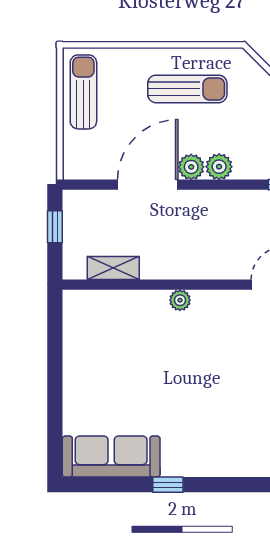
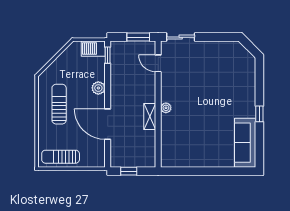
plant: (191, 167) -> (99, 102), removed
shelving: (113, 268) -> (150, 117), moved

